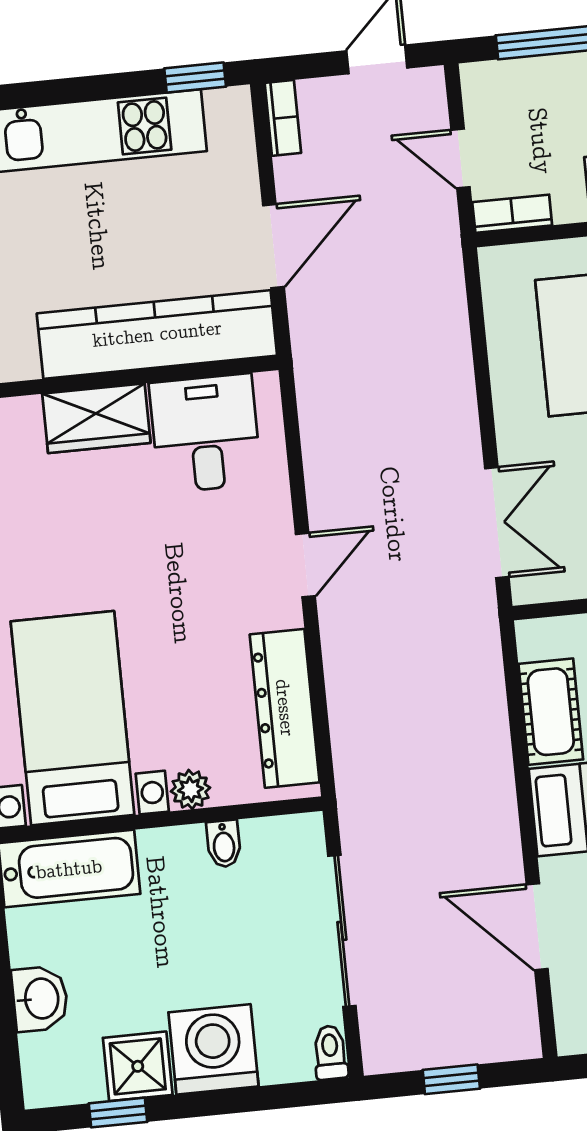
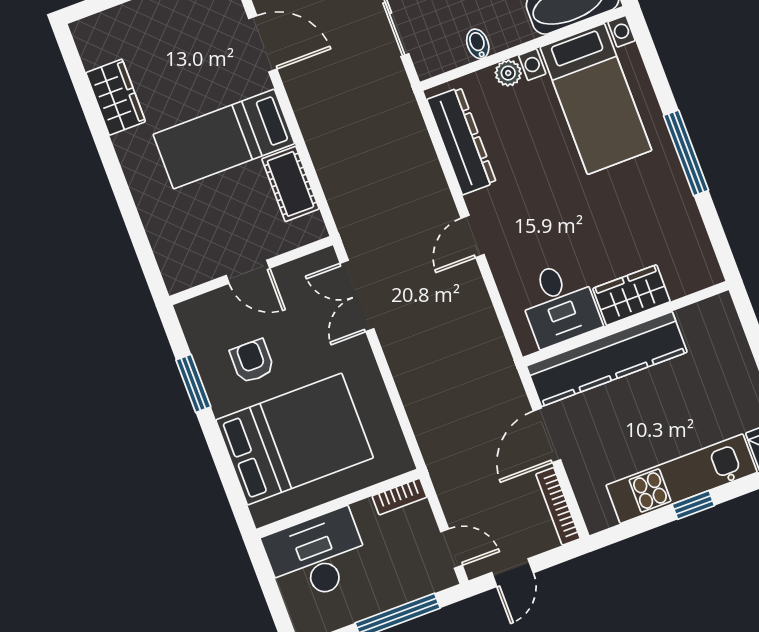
window: (195, 77) -> (693, 505), moved
bookcase: (283, 118) -> (558, 506), width x1.56
door: (460, 158) -> (452, 549), moved

